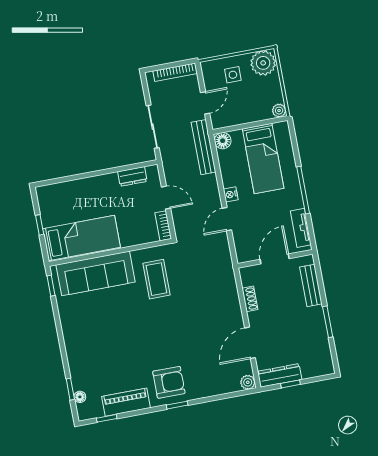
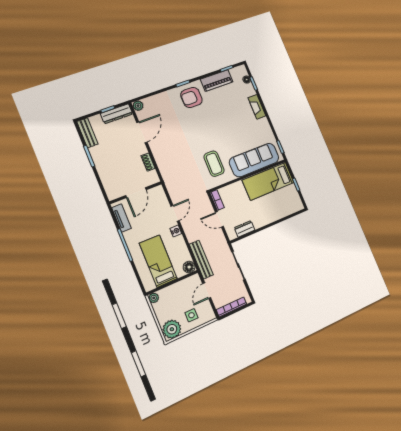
bench: (311, 285) -> (87, 133), moved
fireplace: (73, 353) -> (257, 107), added

